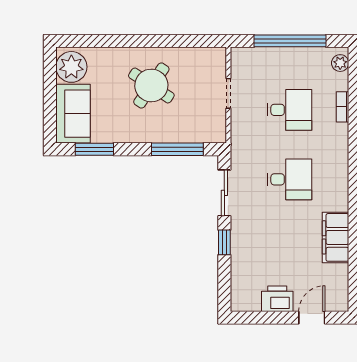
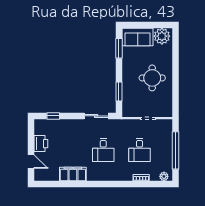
round table: (151, 85) -> (152, 78), turned -34
window: (177, 149) -> (119, 91), width x0.69
window: (224, 242) -> (53, 116), moved

